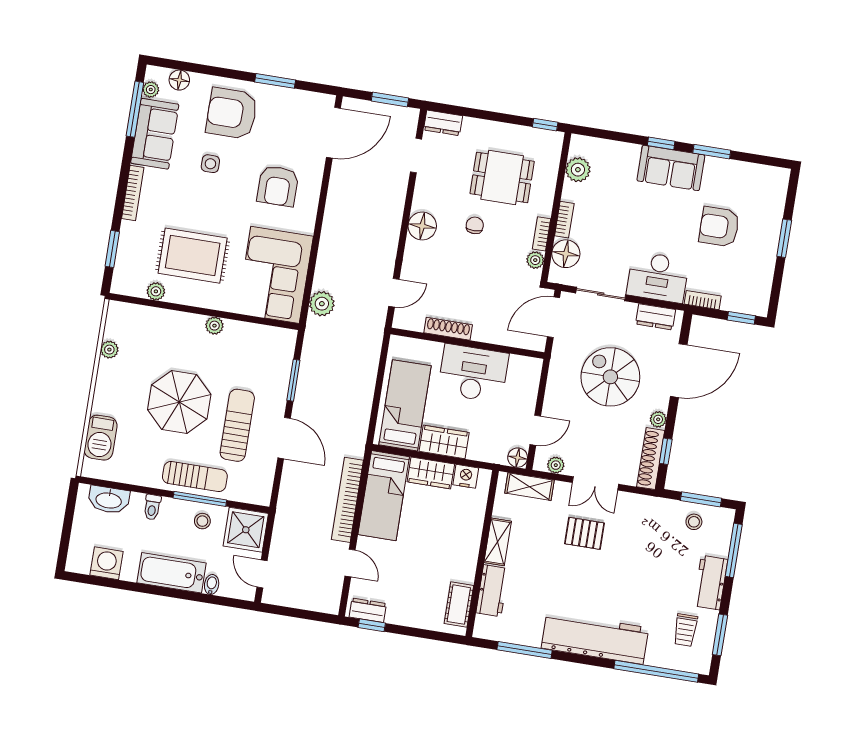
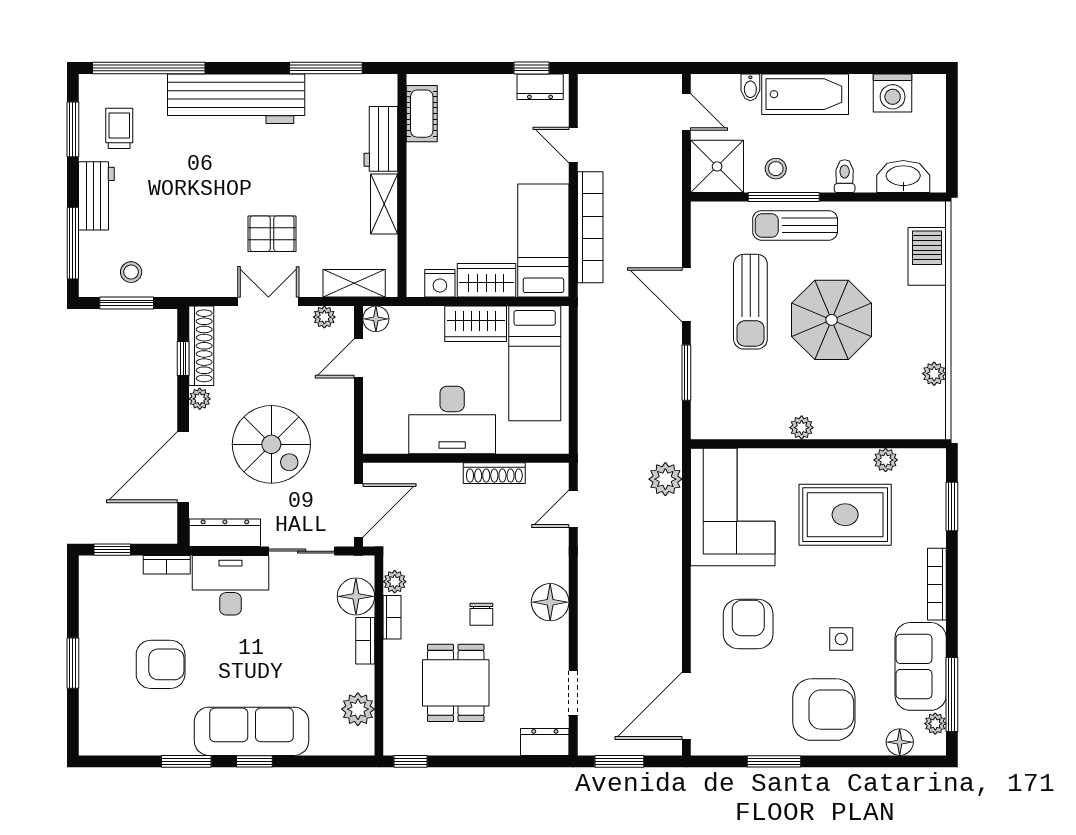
sofa: (671, 168) -> (252, 731), width x1.36
dining table: (502, 177) -> (456, 683), turned 90
dresser: (656, 317) -> (225, 533), width x1.44

